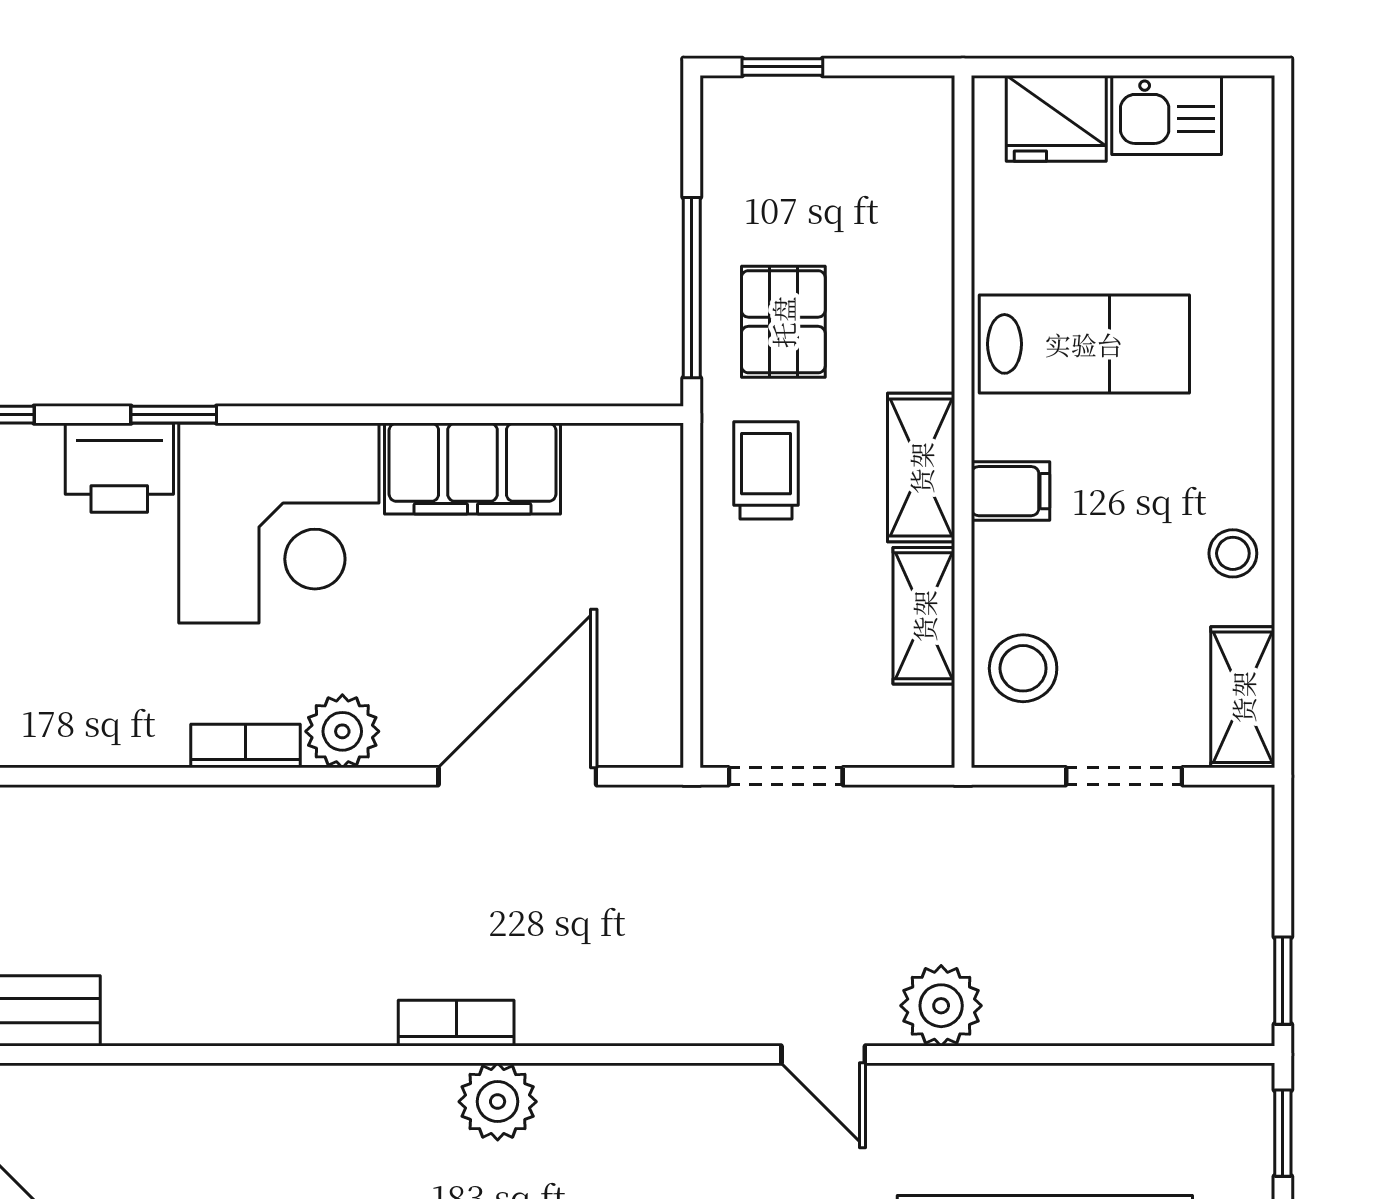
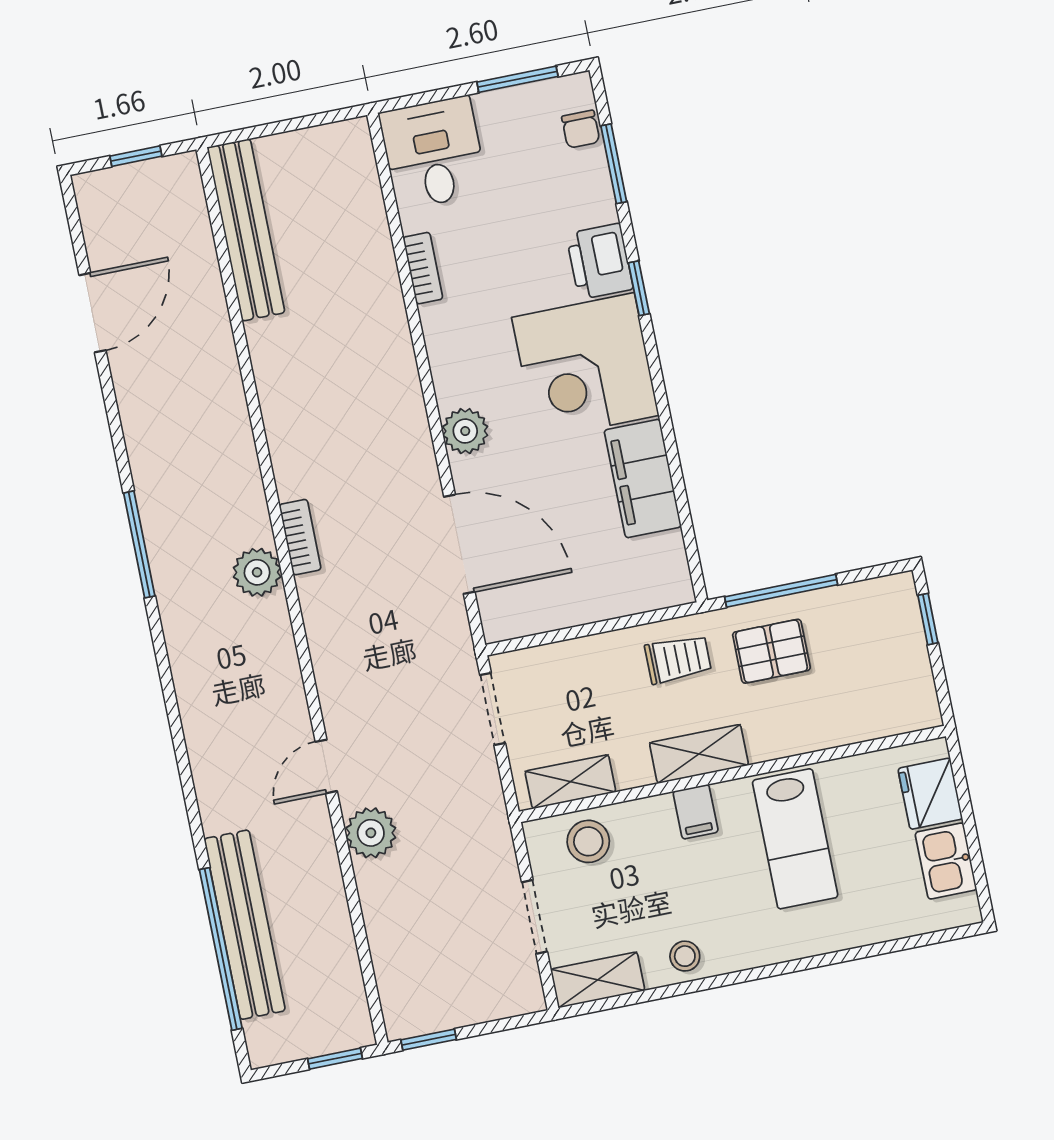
shelving: (924, 616) -> (570, 782), moved
bookcase: (245, 746) -> (423, 268), moved

